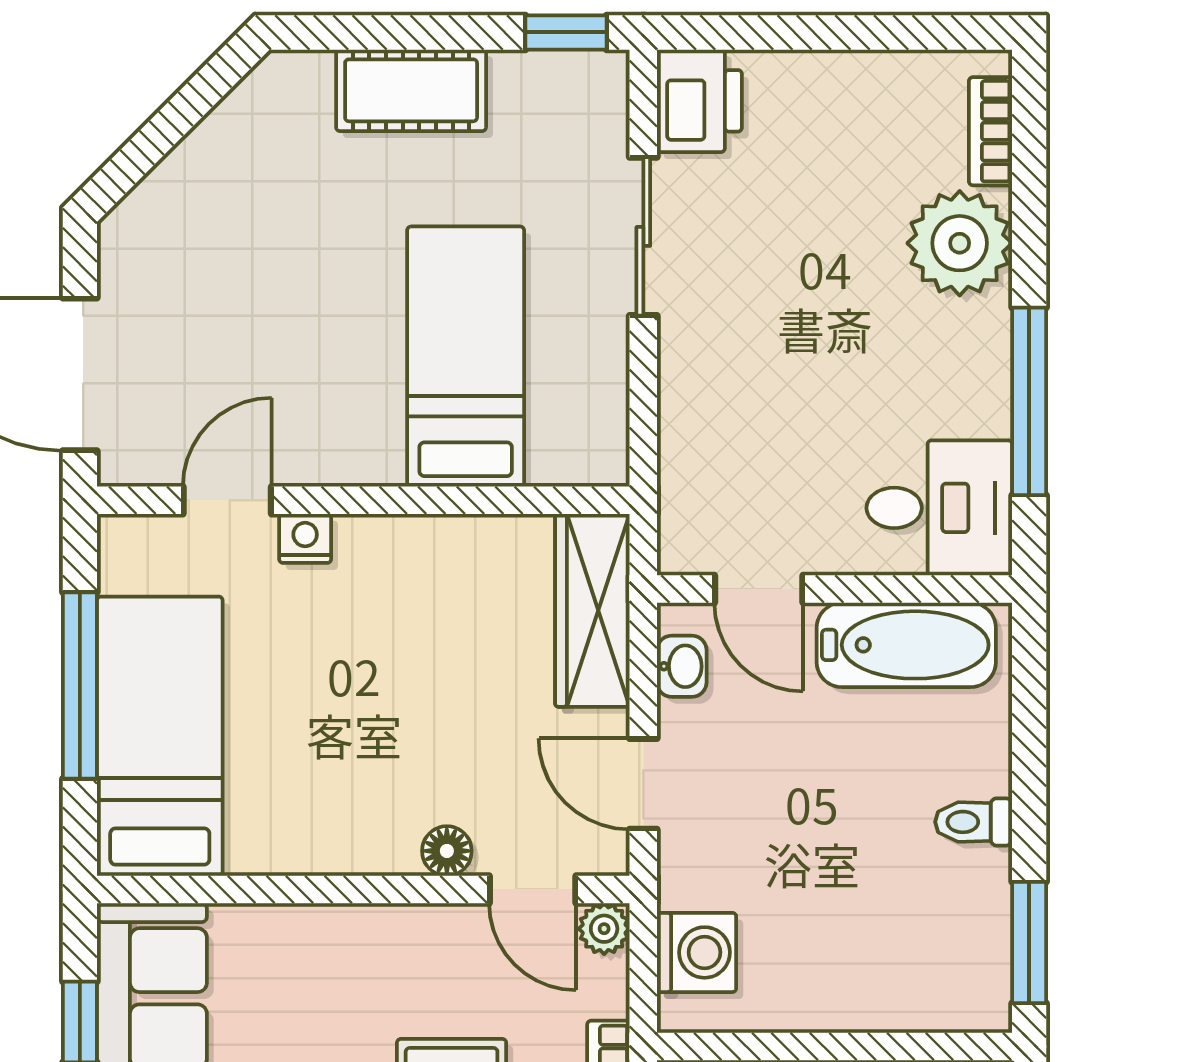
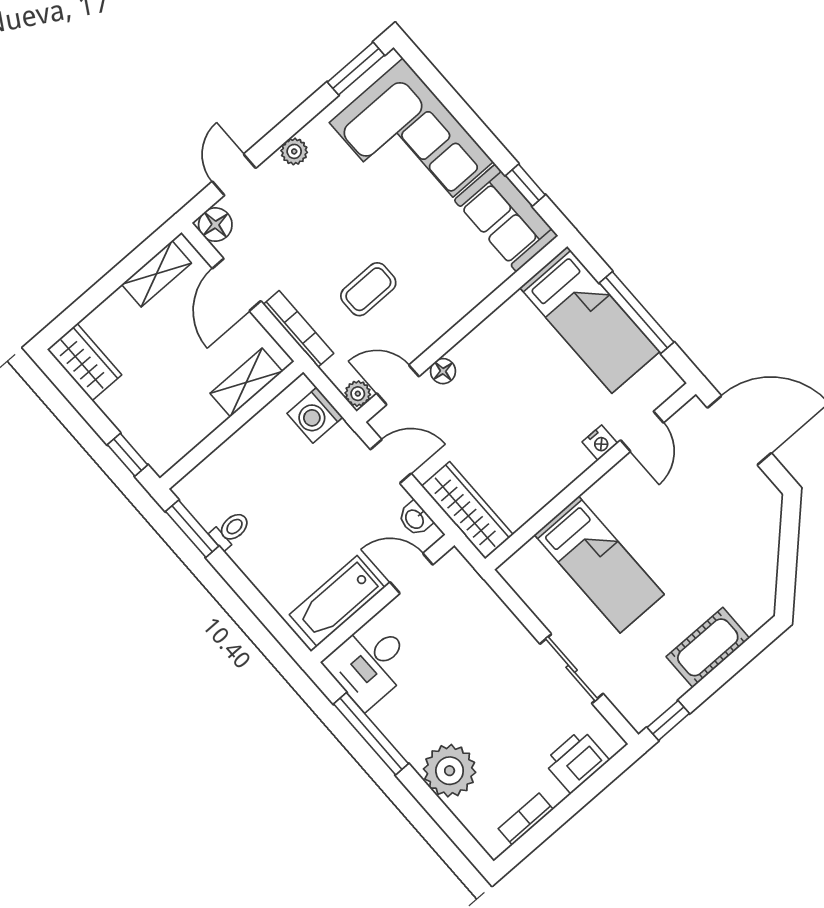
printer: (699, 101) -> (576, 761), moved, turned 90
bookcase: (990, 131) -> (526, 819), moved, turned -90
toilet: (974, 822) -> (230, 530), moved

